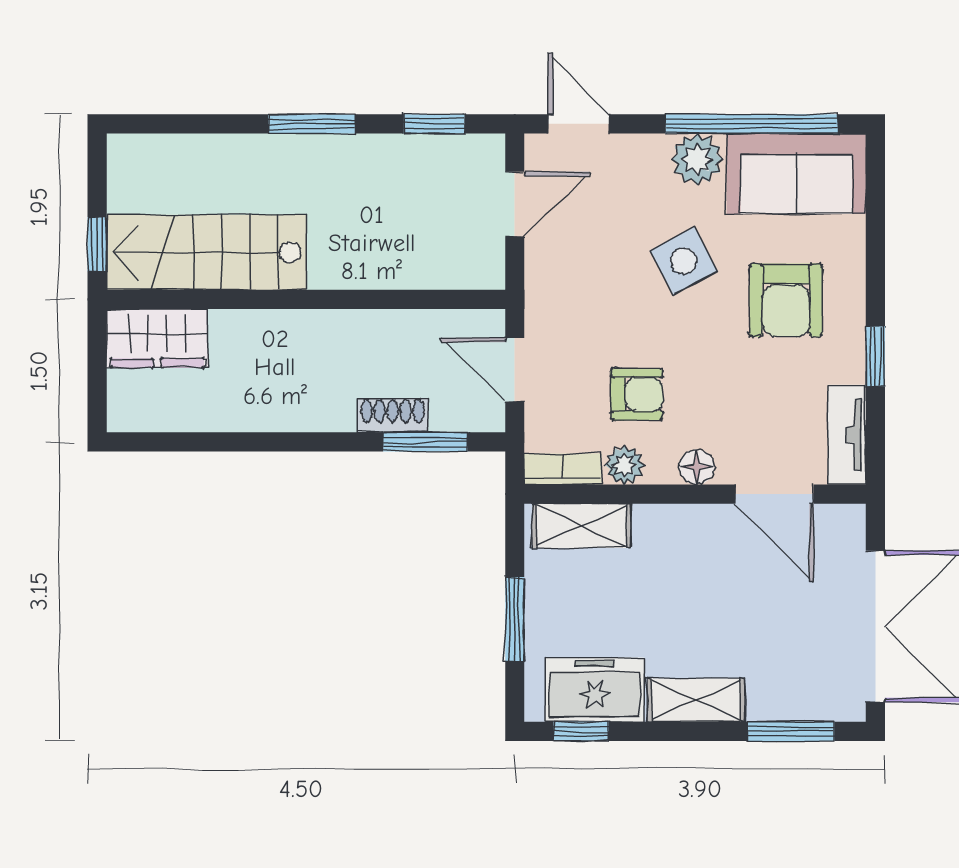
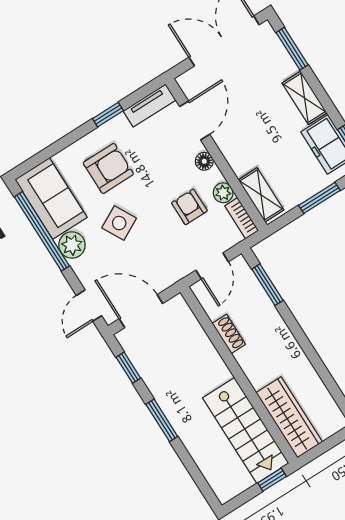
door: (515, 204) -> (141, 311), width x1.38
wardrobe: (157, 338) -> (289, 417), width x1.50
shoe rack: (393, 415) -> (229, 334), moved, turned 180

